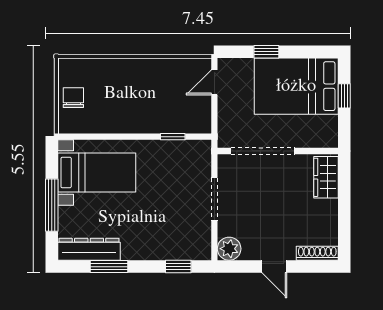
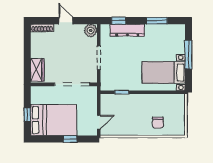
chair: (73, 98) -> (158, 123), moved
dresser: (89, 249) -> (127, 30), moved

